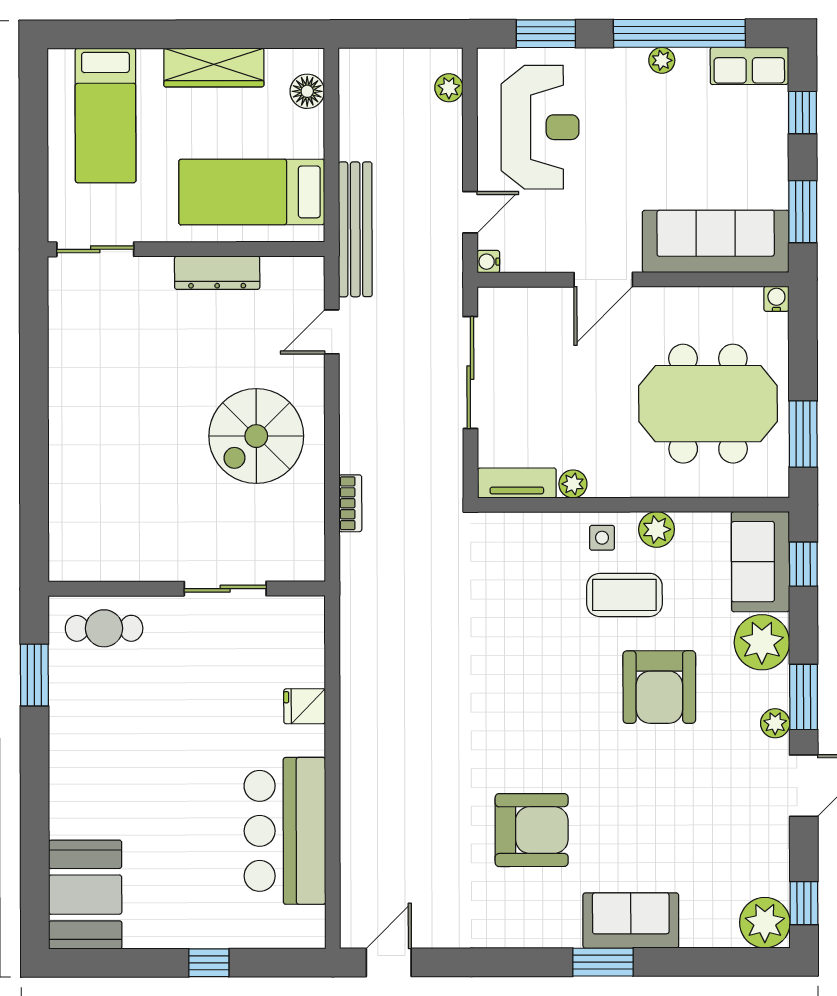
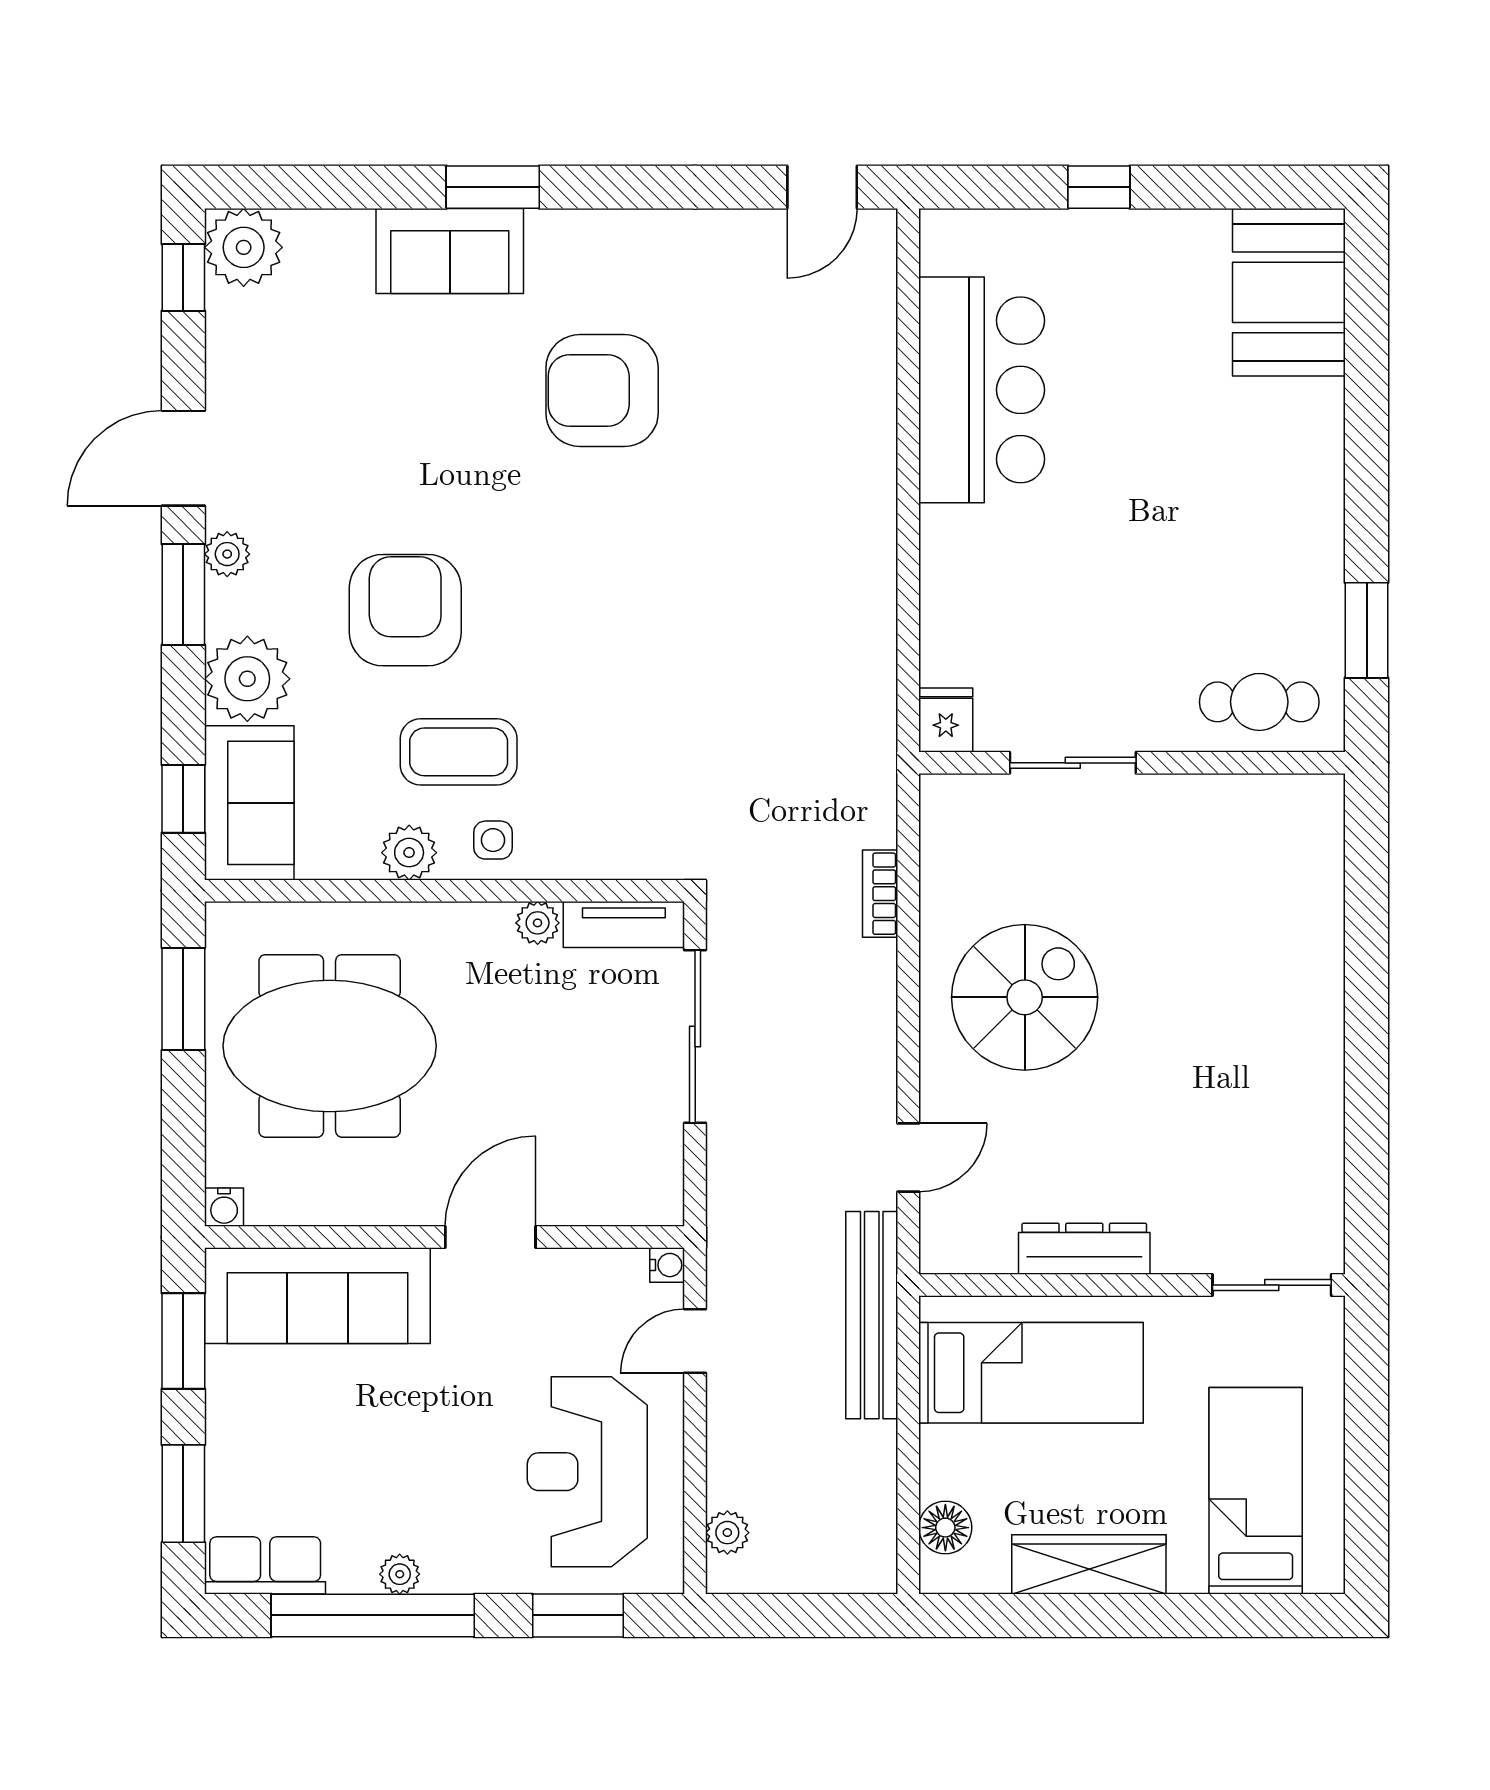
window: (803, 113) -> (183, 1494), width x1.50
sliding door: (470, 373) -> (695, 1036), moved
fridge: (305, 706) -> (946, 720), moved, turned -90

